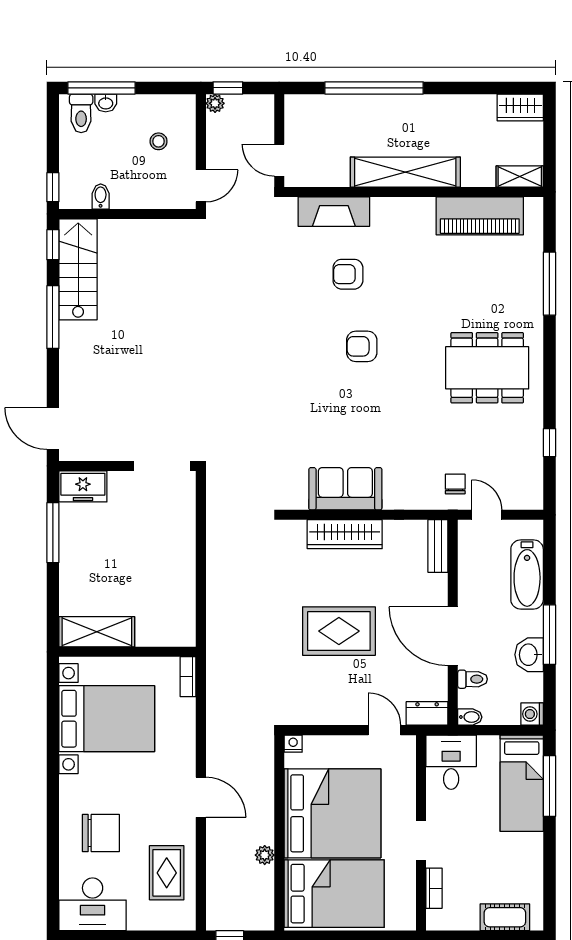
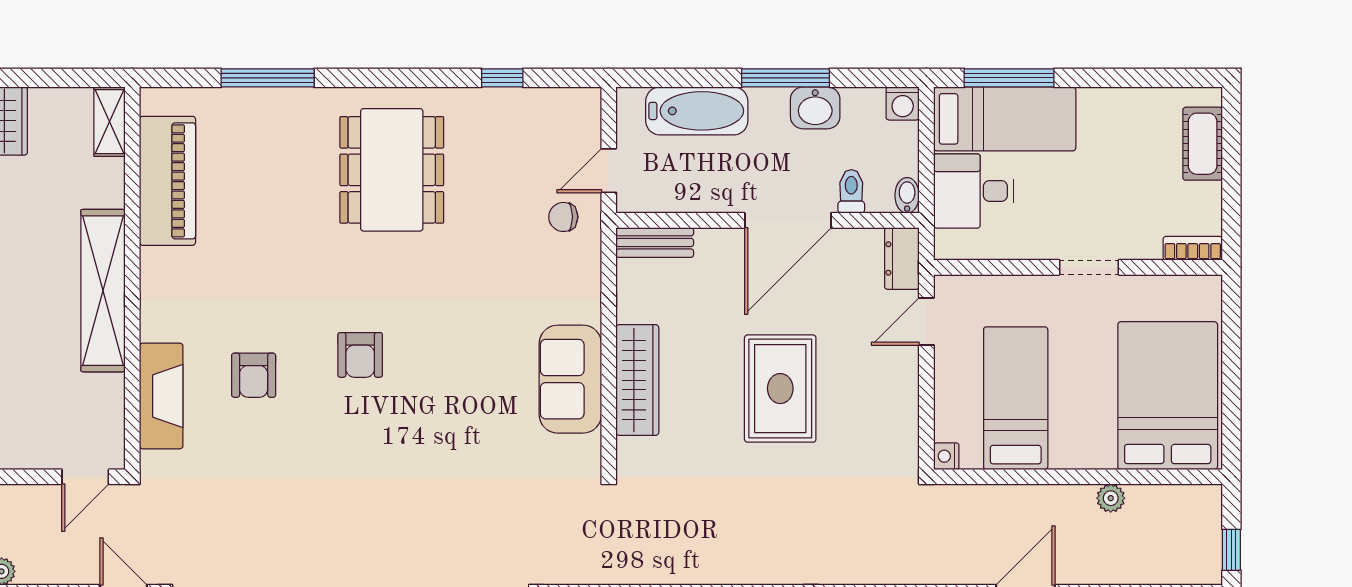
desk: (451, 762) -> (974, 191), moved
bed: (332, 813) -> (1016, 398), width x0.49
bookcase: (434, 888) -> (1193, 248), moved

